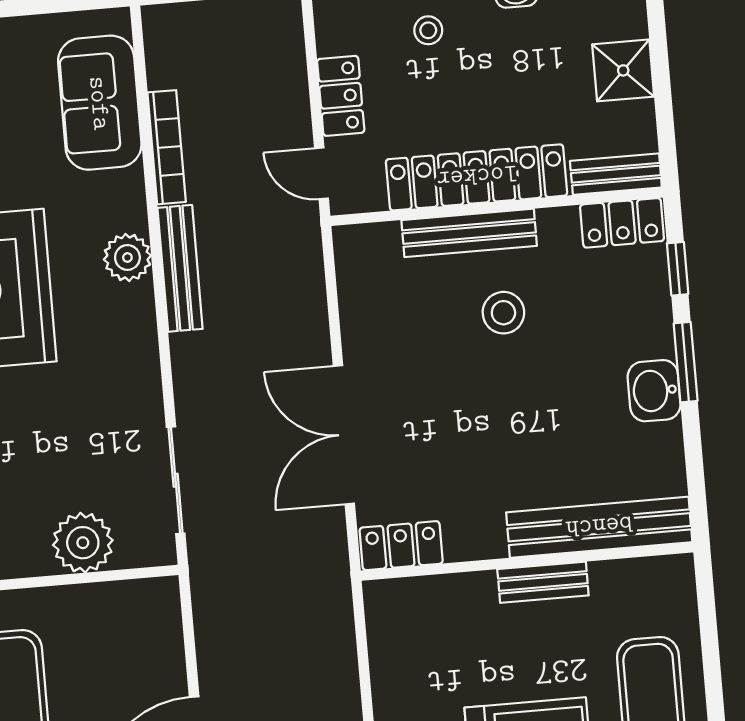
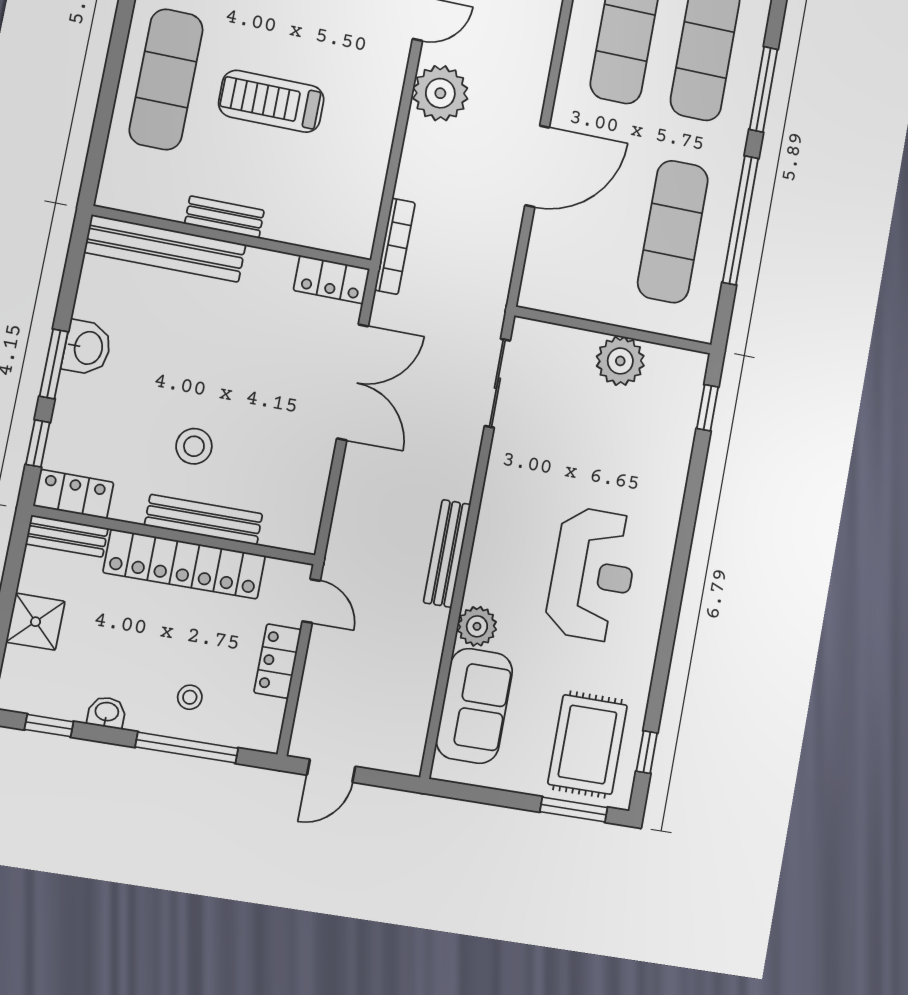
bookcase: (167, 147) -> (395, 246), moved, turned 180
plant: (127, 257) -> (477, 626), moved
plant: (83, 543) -> (620, 361), moved

